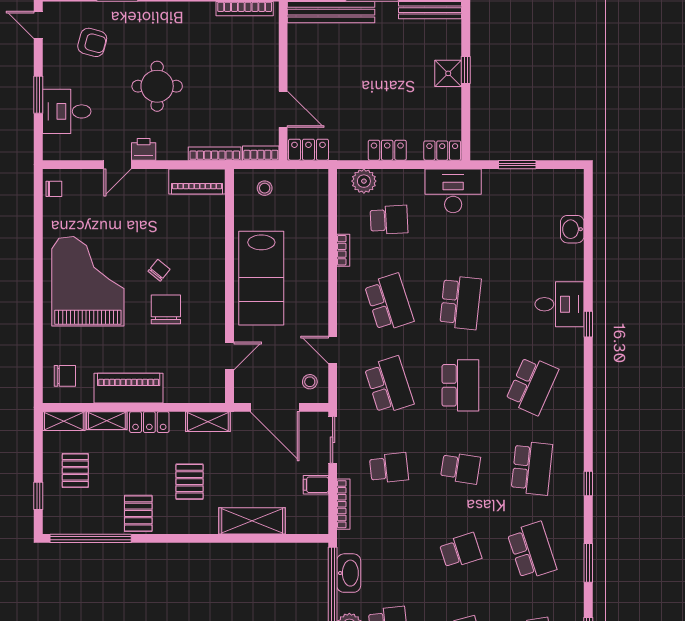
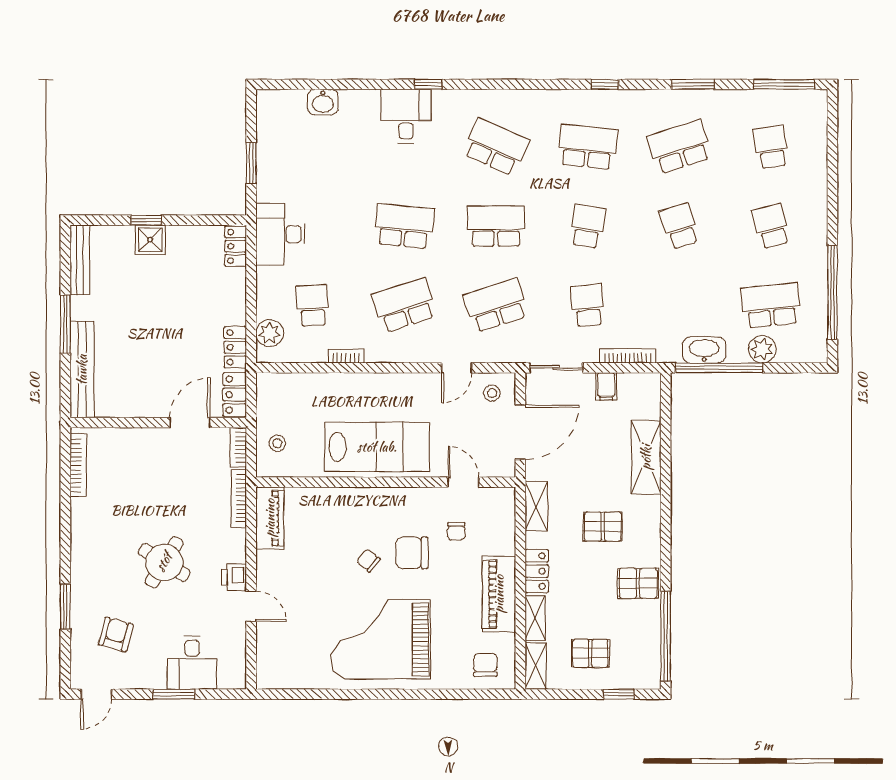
round table: (157, 86) -> (164, 562), turned 32
locker: (387, 150) -> (235, 347), moved
chair: (54, 189) -> (456, 531), moved, turned 180

